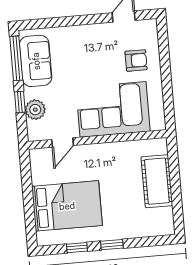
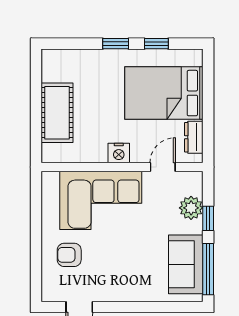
nightstand: (101, 151) -> (119, 153), added
dresser: (38, 170) -> (194, 137), added

